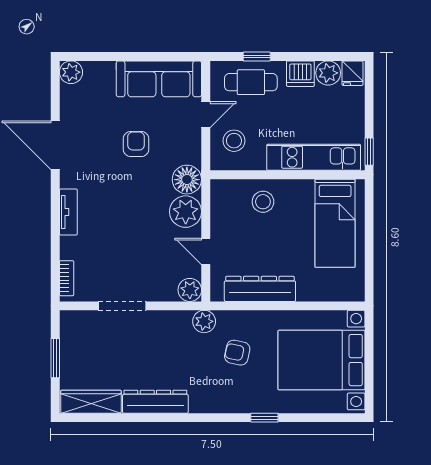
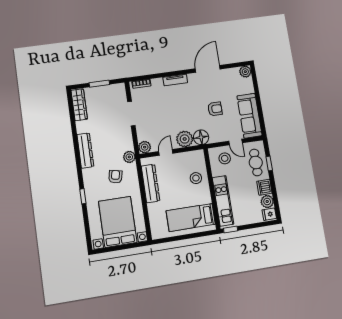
dresser: (155, 402) -> (85, 151), moved

